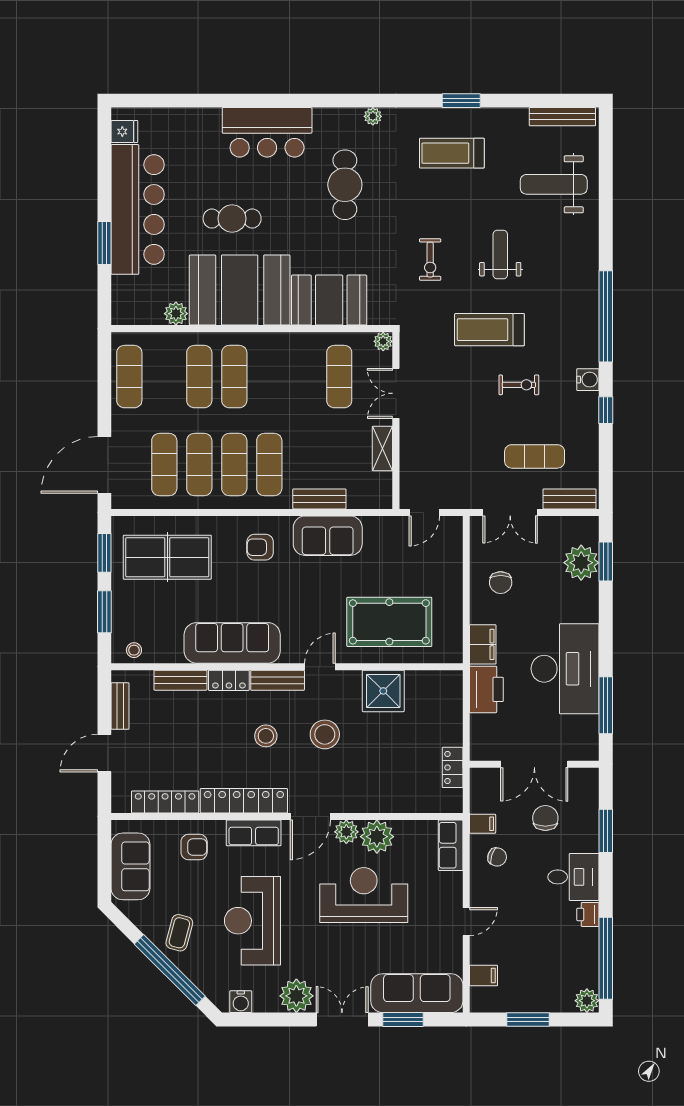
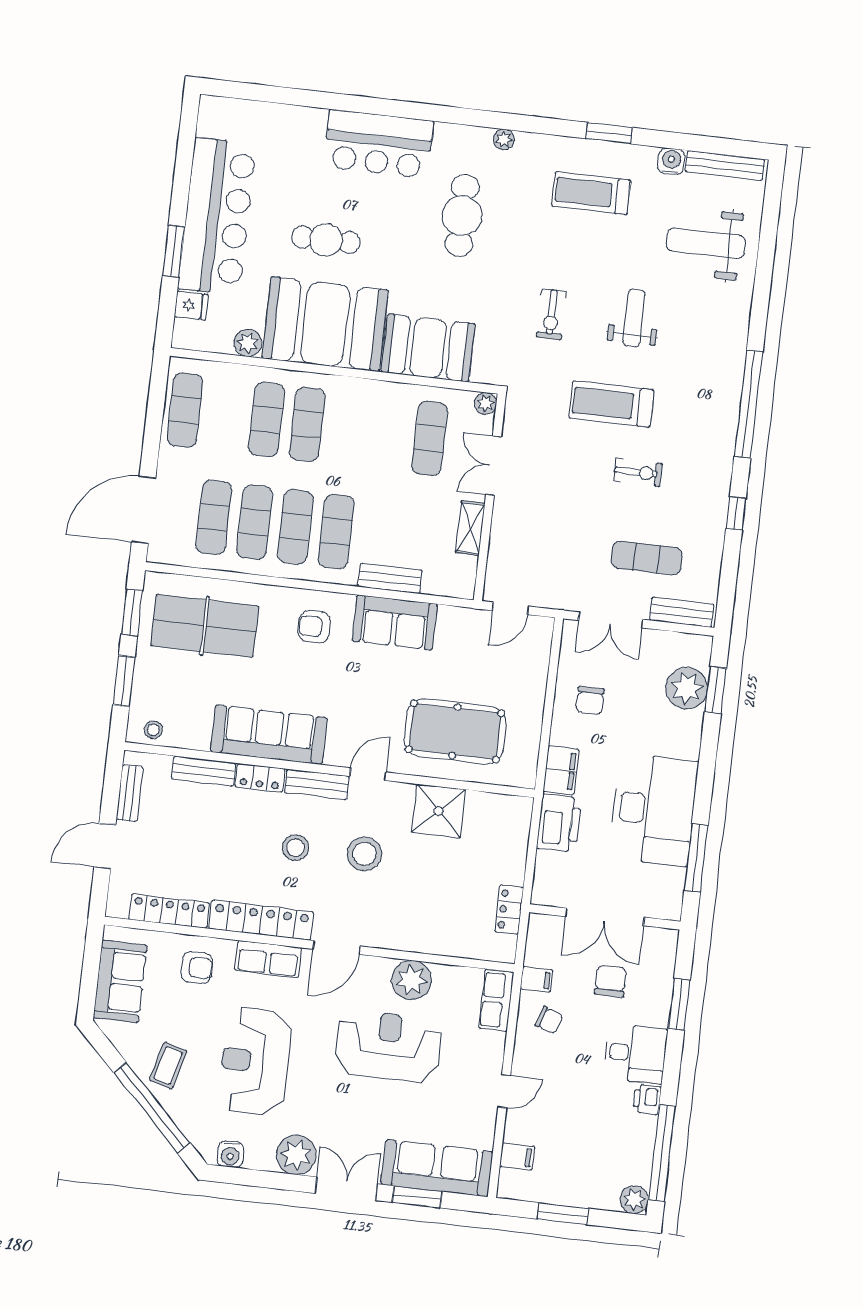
fridge: (124, 132) -> (191, 306), moved
water cooler: (588, 380) -> (671, 161), moved, turned -90
plant: (346, 832) -> (377, 970), removed

